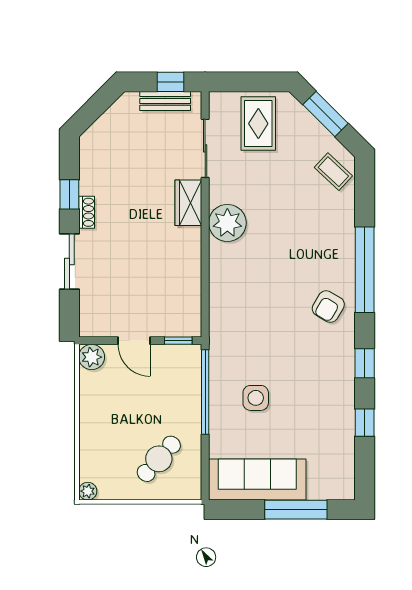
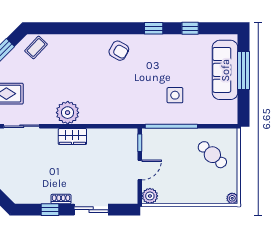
wardrobe: (188, 203) -> (72, 137), moved
window: (365, 270) -> (96, 28), removed
sofa: (257, 479) -> (225, 70), moved

